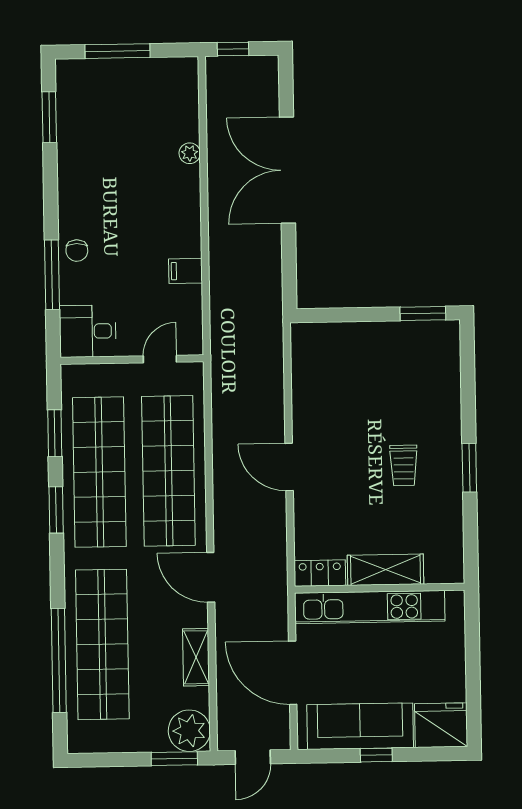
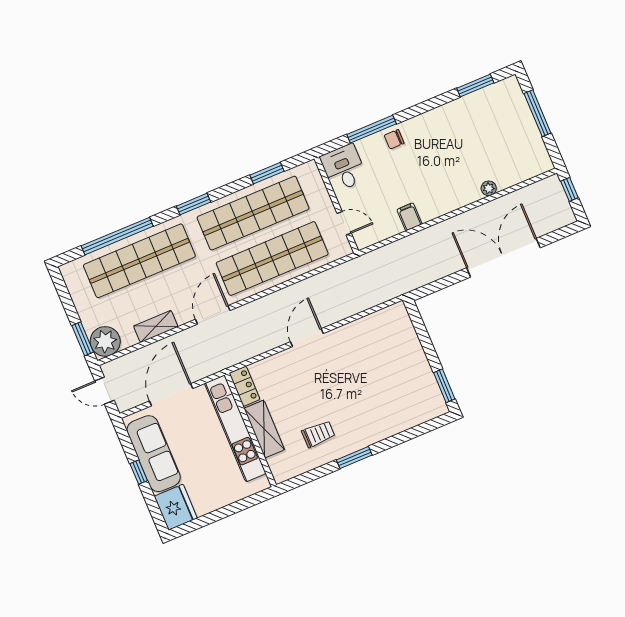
trolley: (404, 465) -> (318, 434), moved, turned 180
window: (56, 510) -> (193, 204), moved

